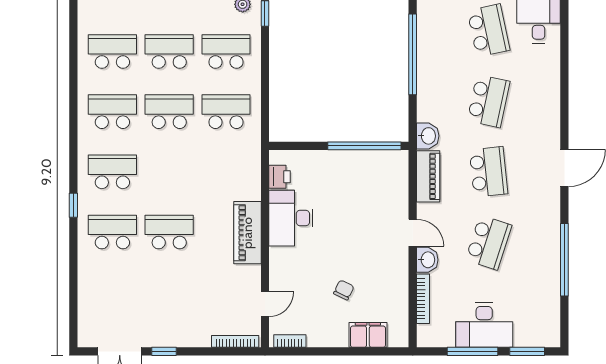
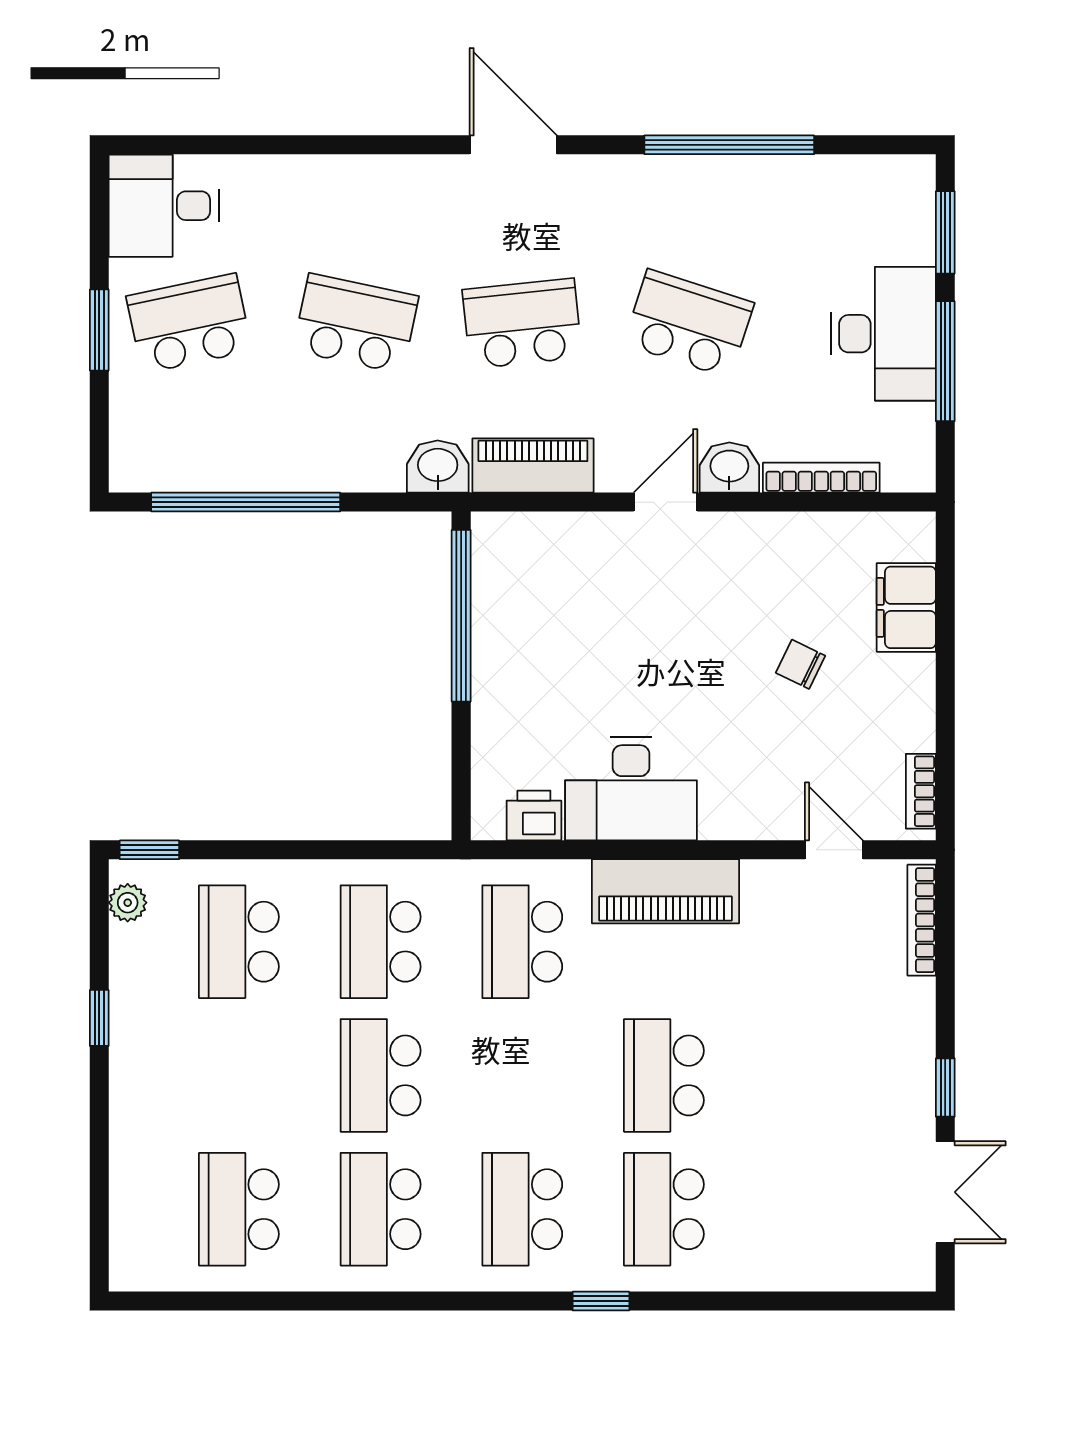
school desk: (169, 52) -> (522, 942), moved

